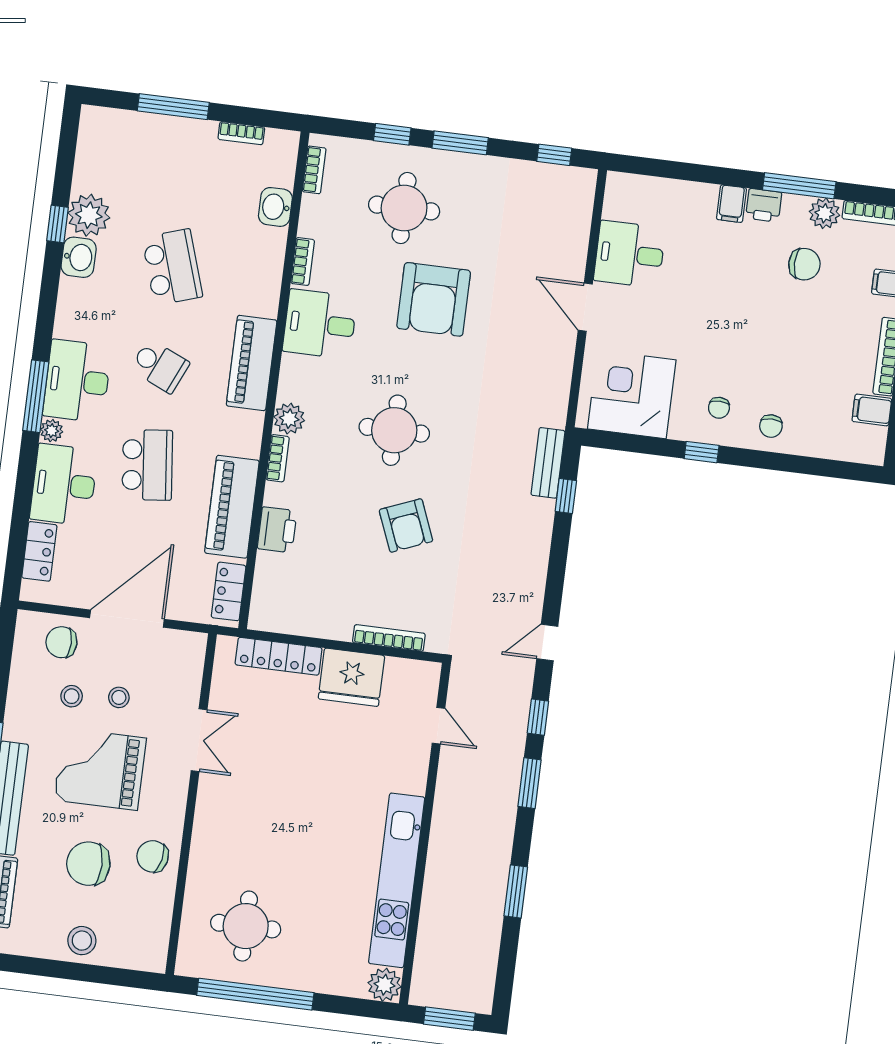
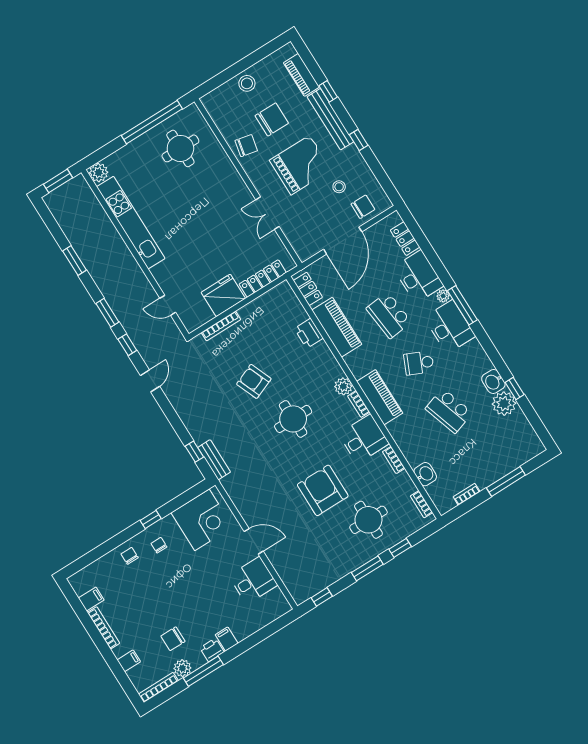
bookcase: (278, 458) -> (359, 404), moved
stool: (119, 697) -> (318, 203), removed

